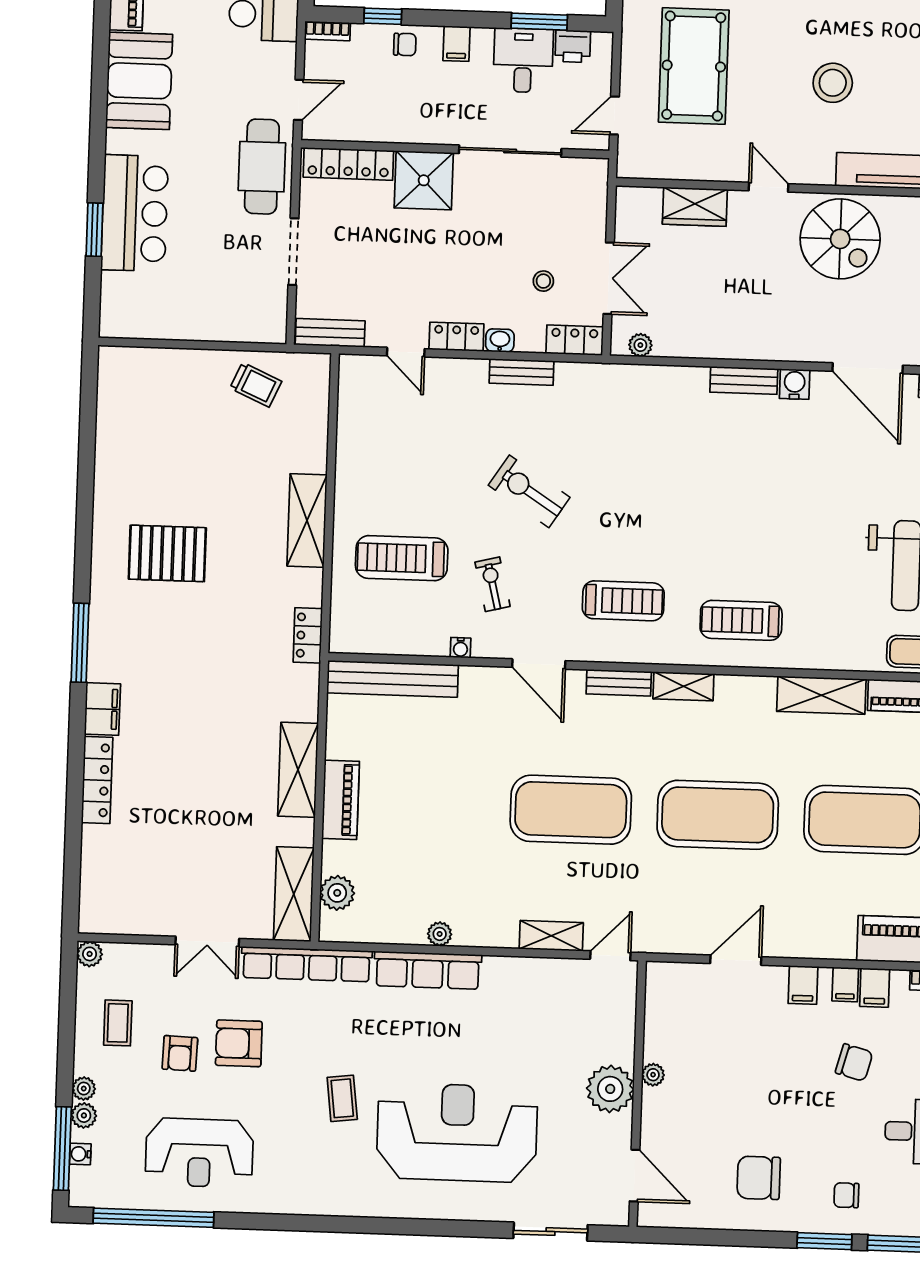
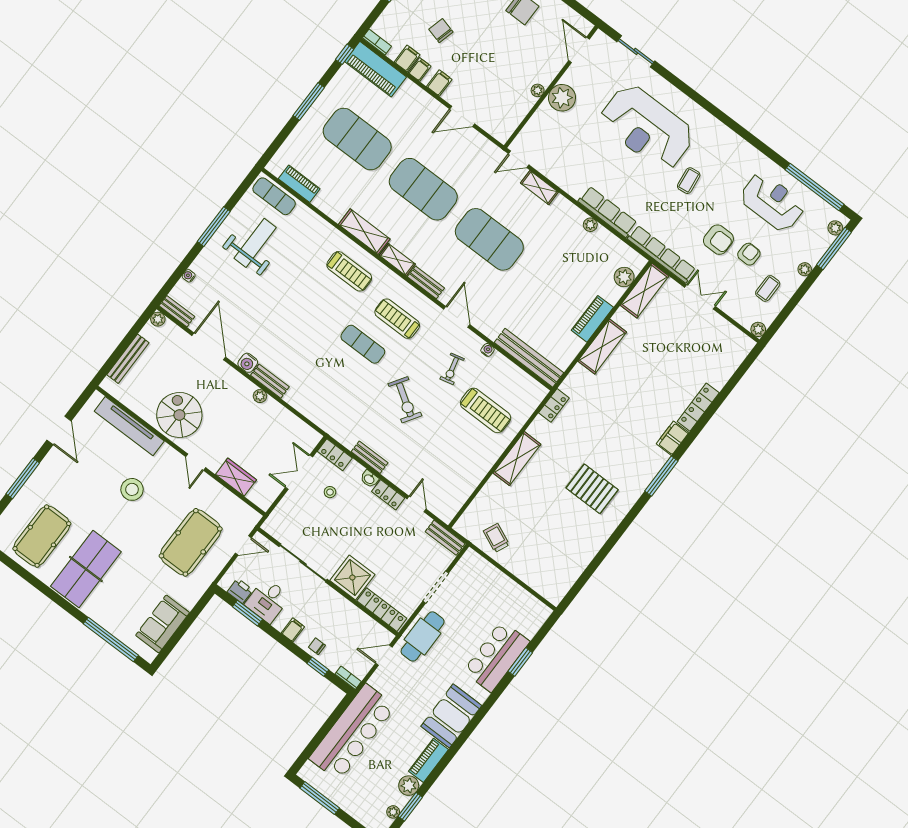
plant: (640, 345) -> (260, 396), moved
exercise mat: (647, 529) -> (363, 344), added
shelving: (821, 695) -> (364, 232), moved
plant: (84, 1115) -> (835, 228), moved
water cooler: (80, 1154) -> (828, 240), removed

